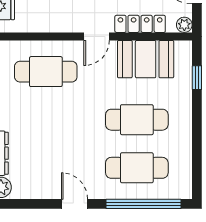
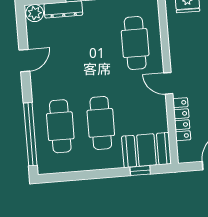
plant: (184, 25) -> (184, 156), removed
booth: (146, 59) -> (146, 150), moved, turned 90
door: (75, 204) -> (24, 61), moved

